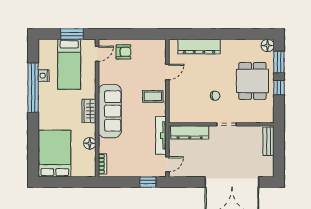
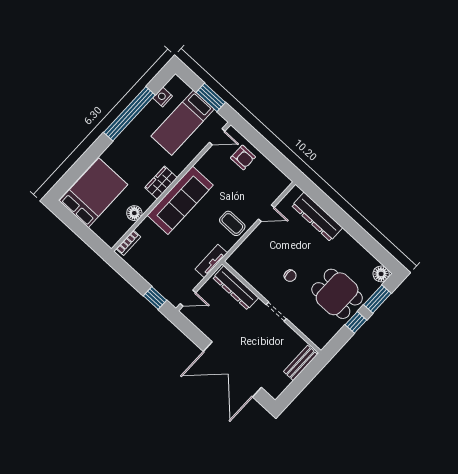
nightstand: (44, 76) -> (163, 97), moved
dining table: (252, 81) -> (337, 294), turned 90
tv unit: (161, 135) -> (211, 261), width x0.71

